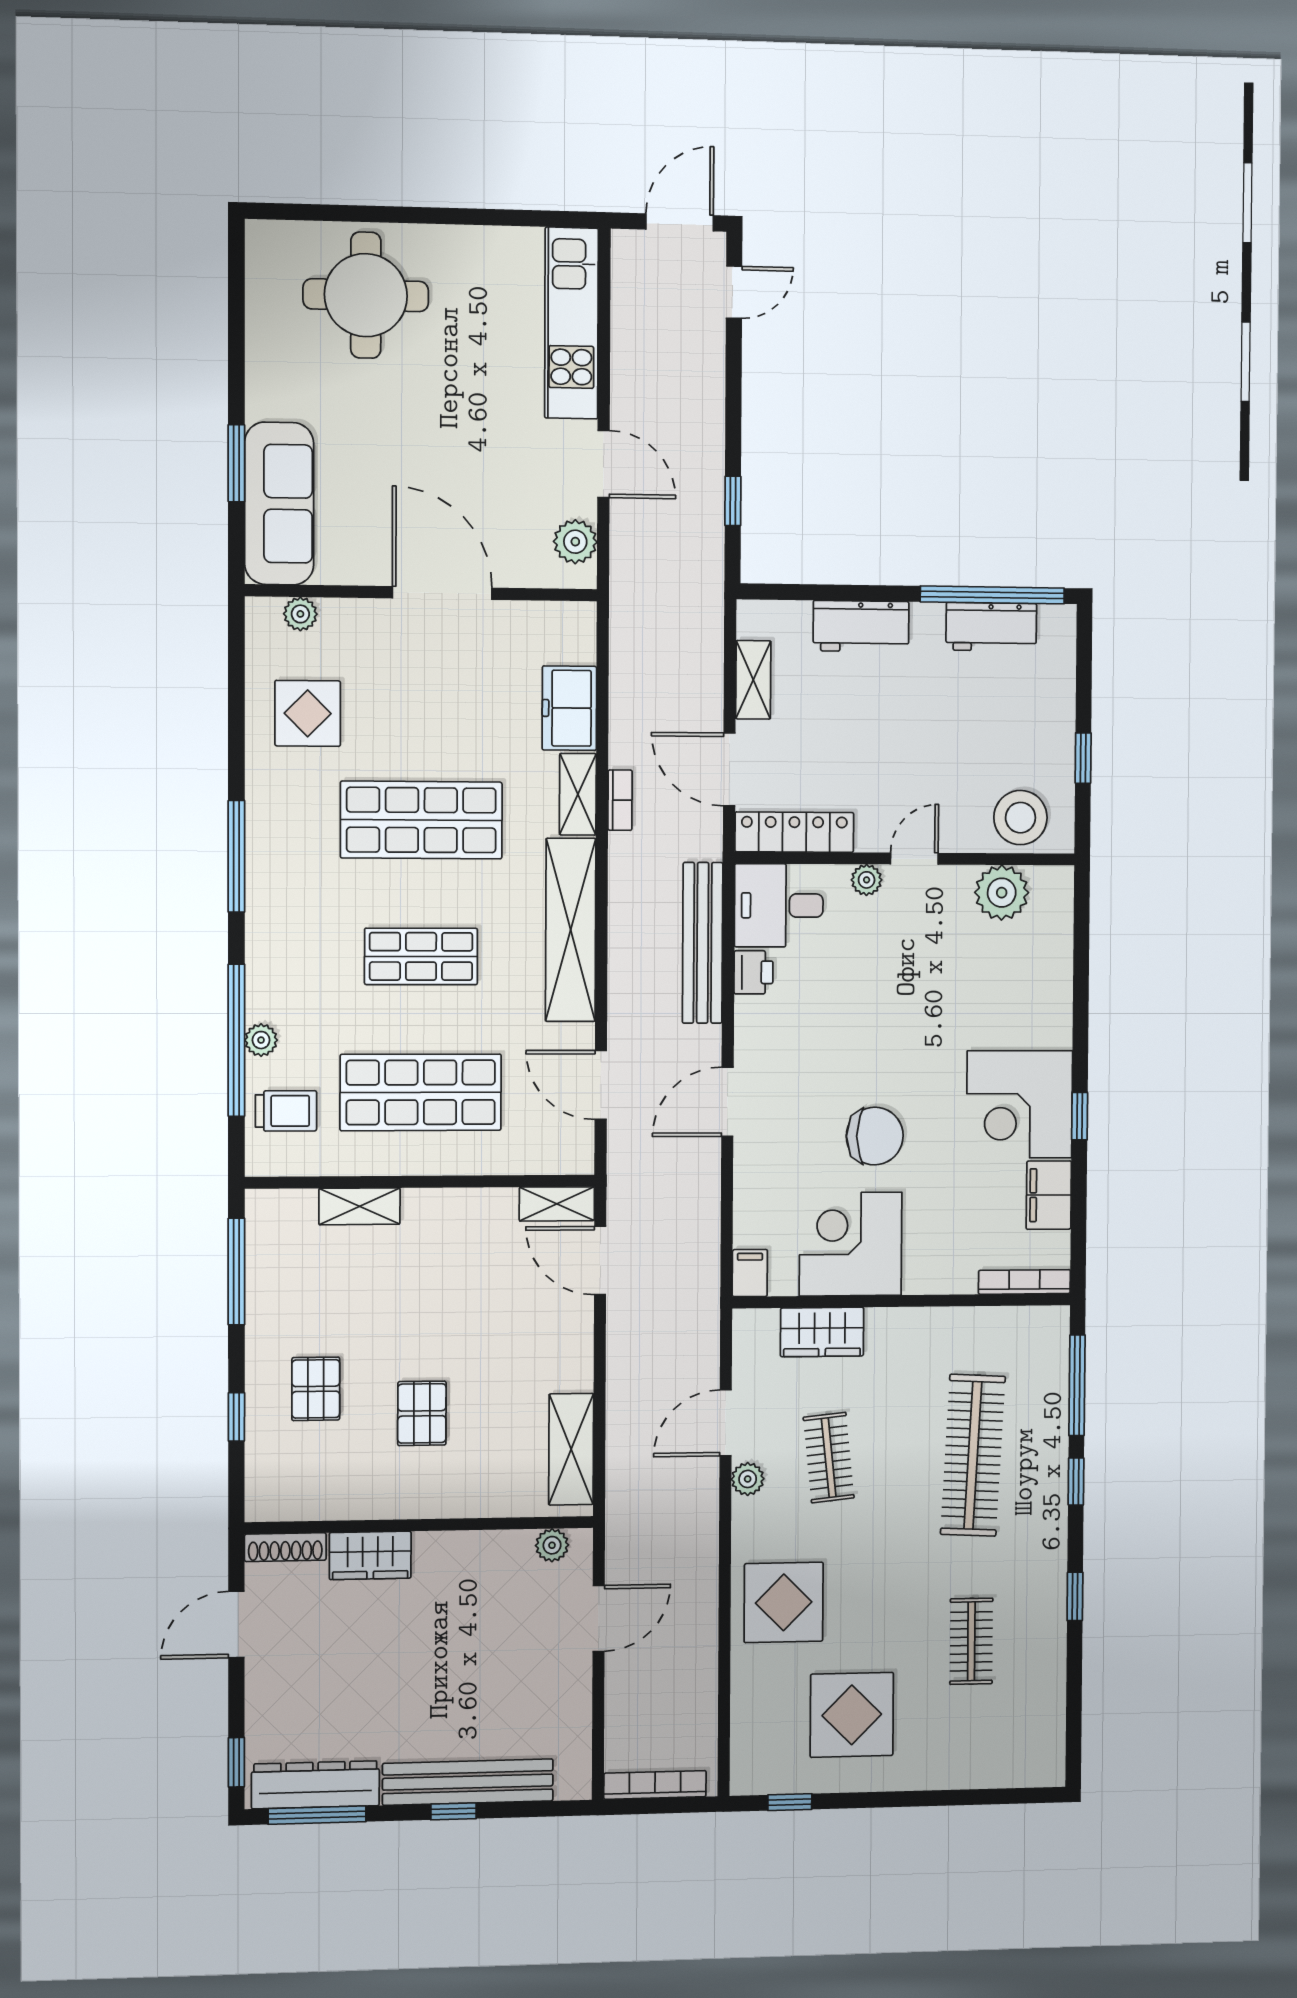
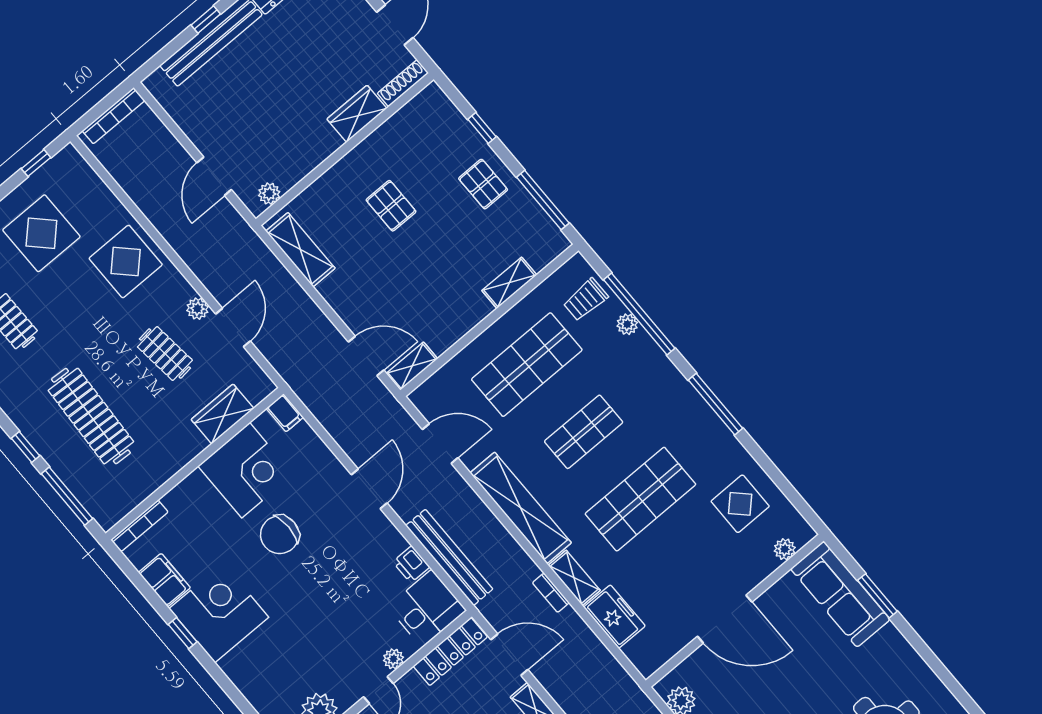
pallet: (316, 1389) -> (483, 184), moved

